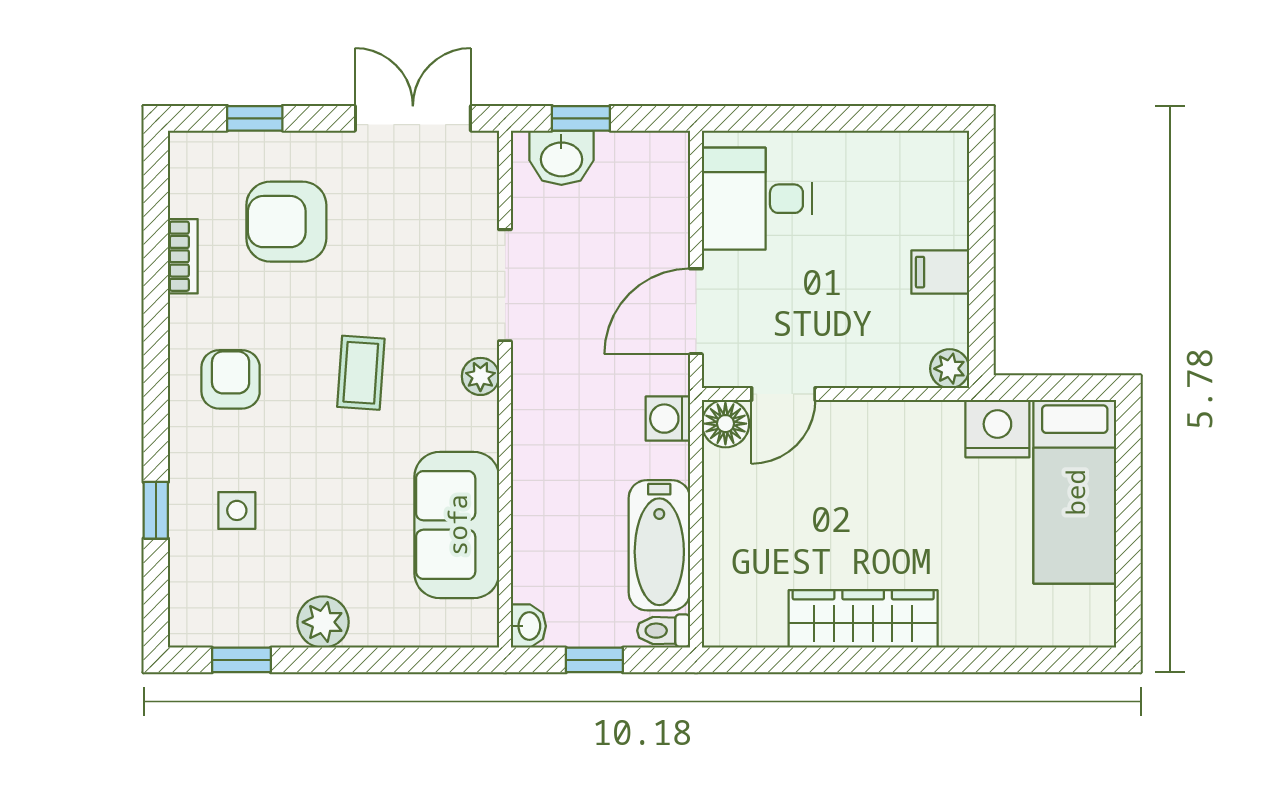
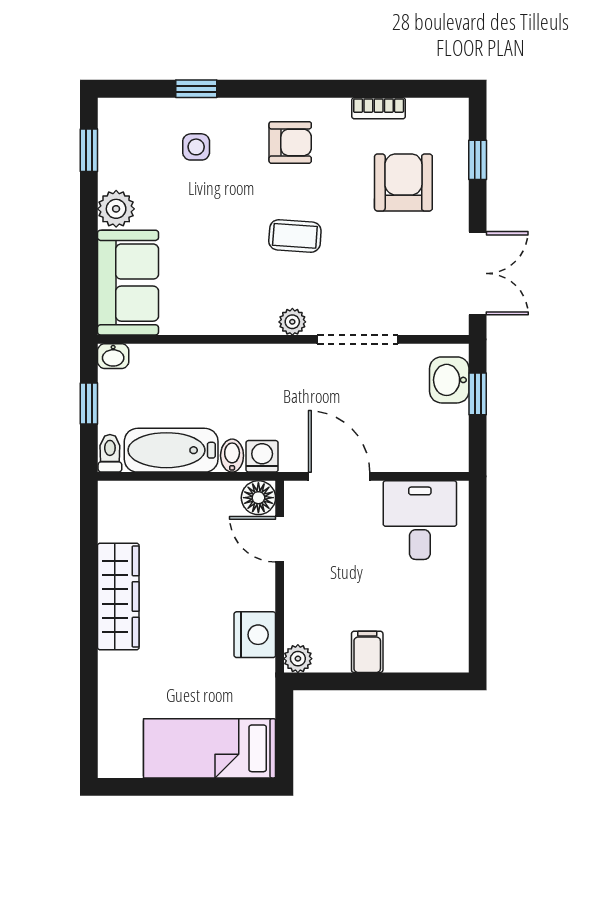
nightstand: (997, 429) -> (255, 635), moved
bidet: (667, 460) -> (232, 456), added
sofa: (457, 525) -> (128, 283), moved, turned 90

